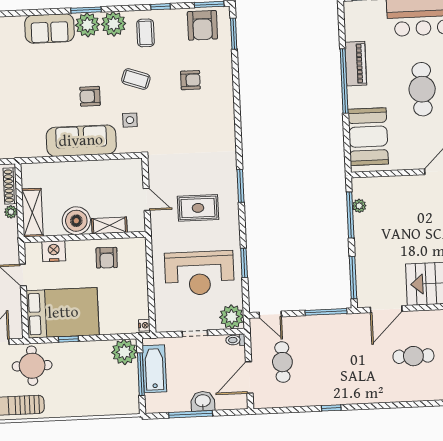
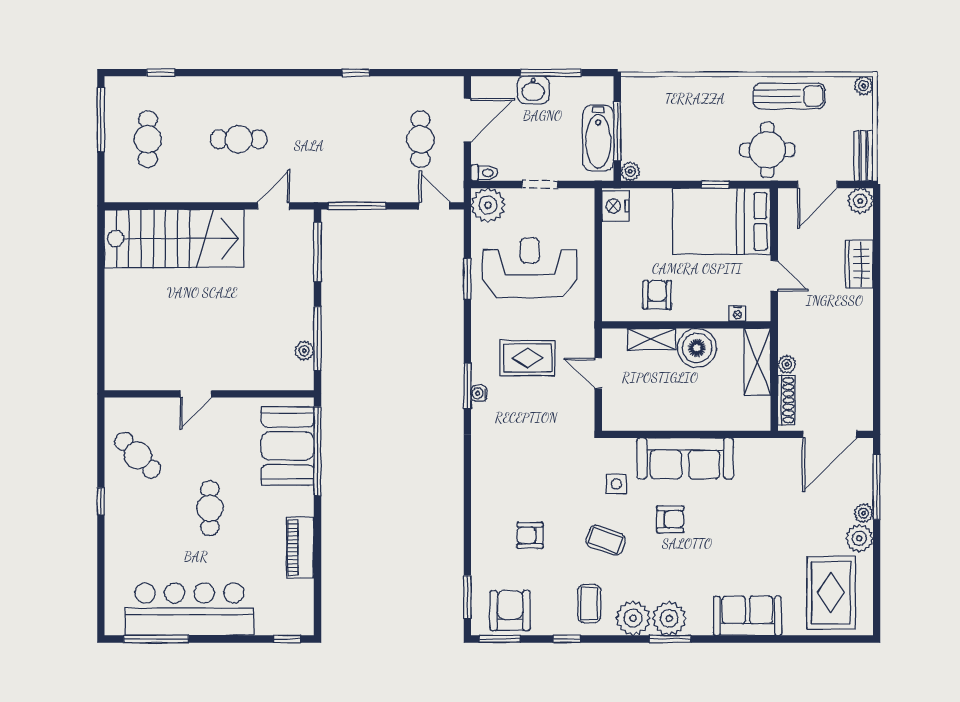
sofa: (49, 28) -> (748, 616), moved
window: (344, 81) -> (317, 451), moved
cafe table: (422, 89) -> (210, 508), width x0.73, depth x0.74
water cooler: (232, 181) -> (479, 393), added
nightstand: (54, 251) -> (737, 313), width x0.53, depth x0.56
door: (386, 309) -> (273, 206), width x0.73
nightstand: (144, 325) -> (615, 206), width x1.89, depth x1.79
plant: (124, 352) -> (630, 171), width x0.53, depth x0.53

